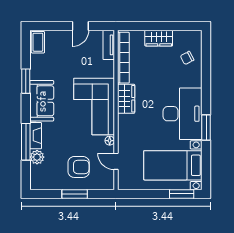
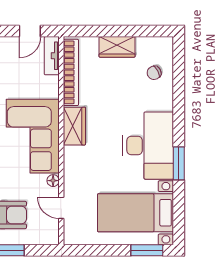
door: (80, 26) -> (30, 31), moved

